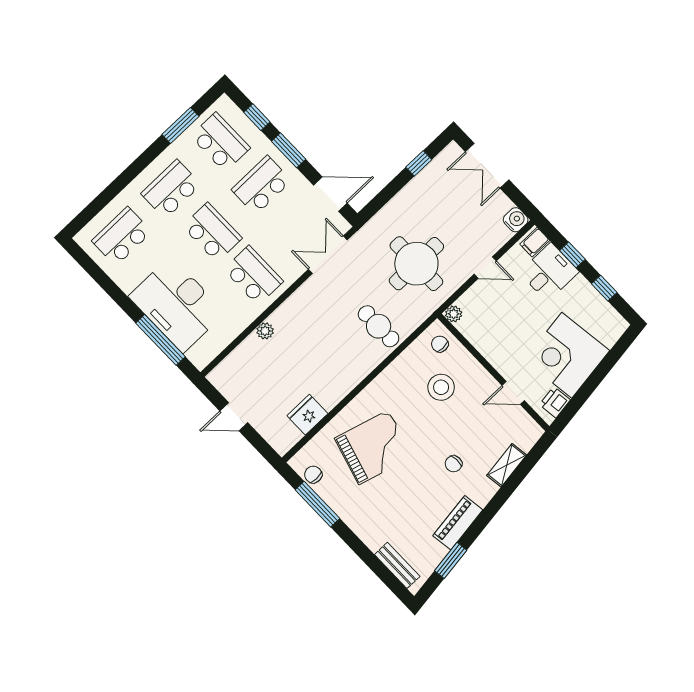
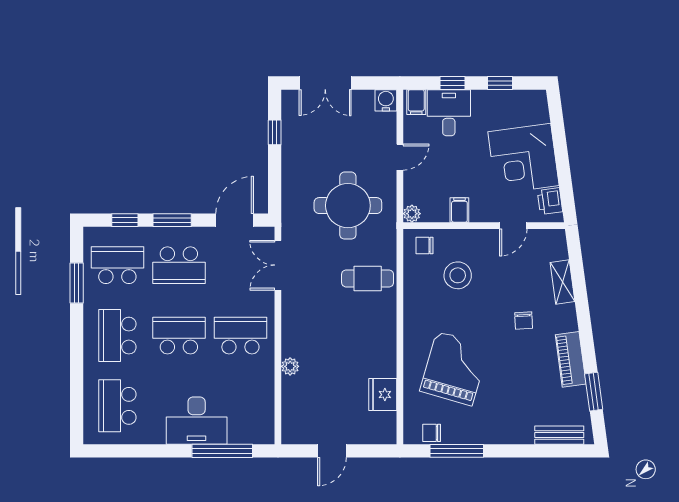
school desk: (262, 185) -> (179, 265), turned -90
desk: (177, 305) -> (197, 421), width x0.73, depth x0.77
filing cabinet: (488, 345) -> (459, 210), added

